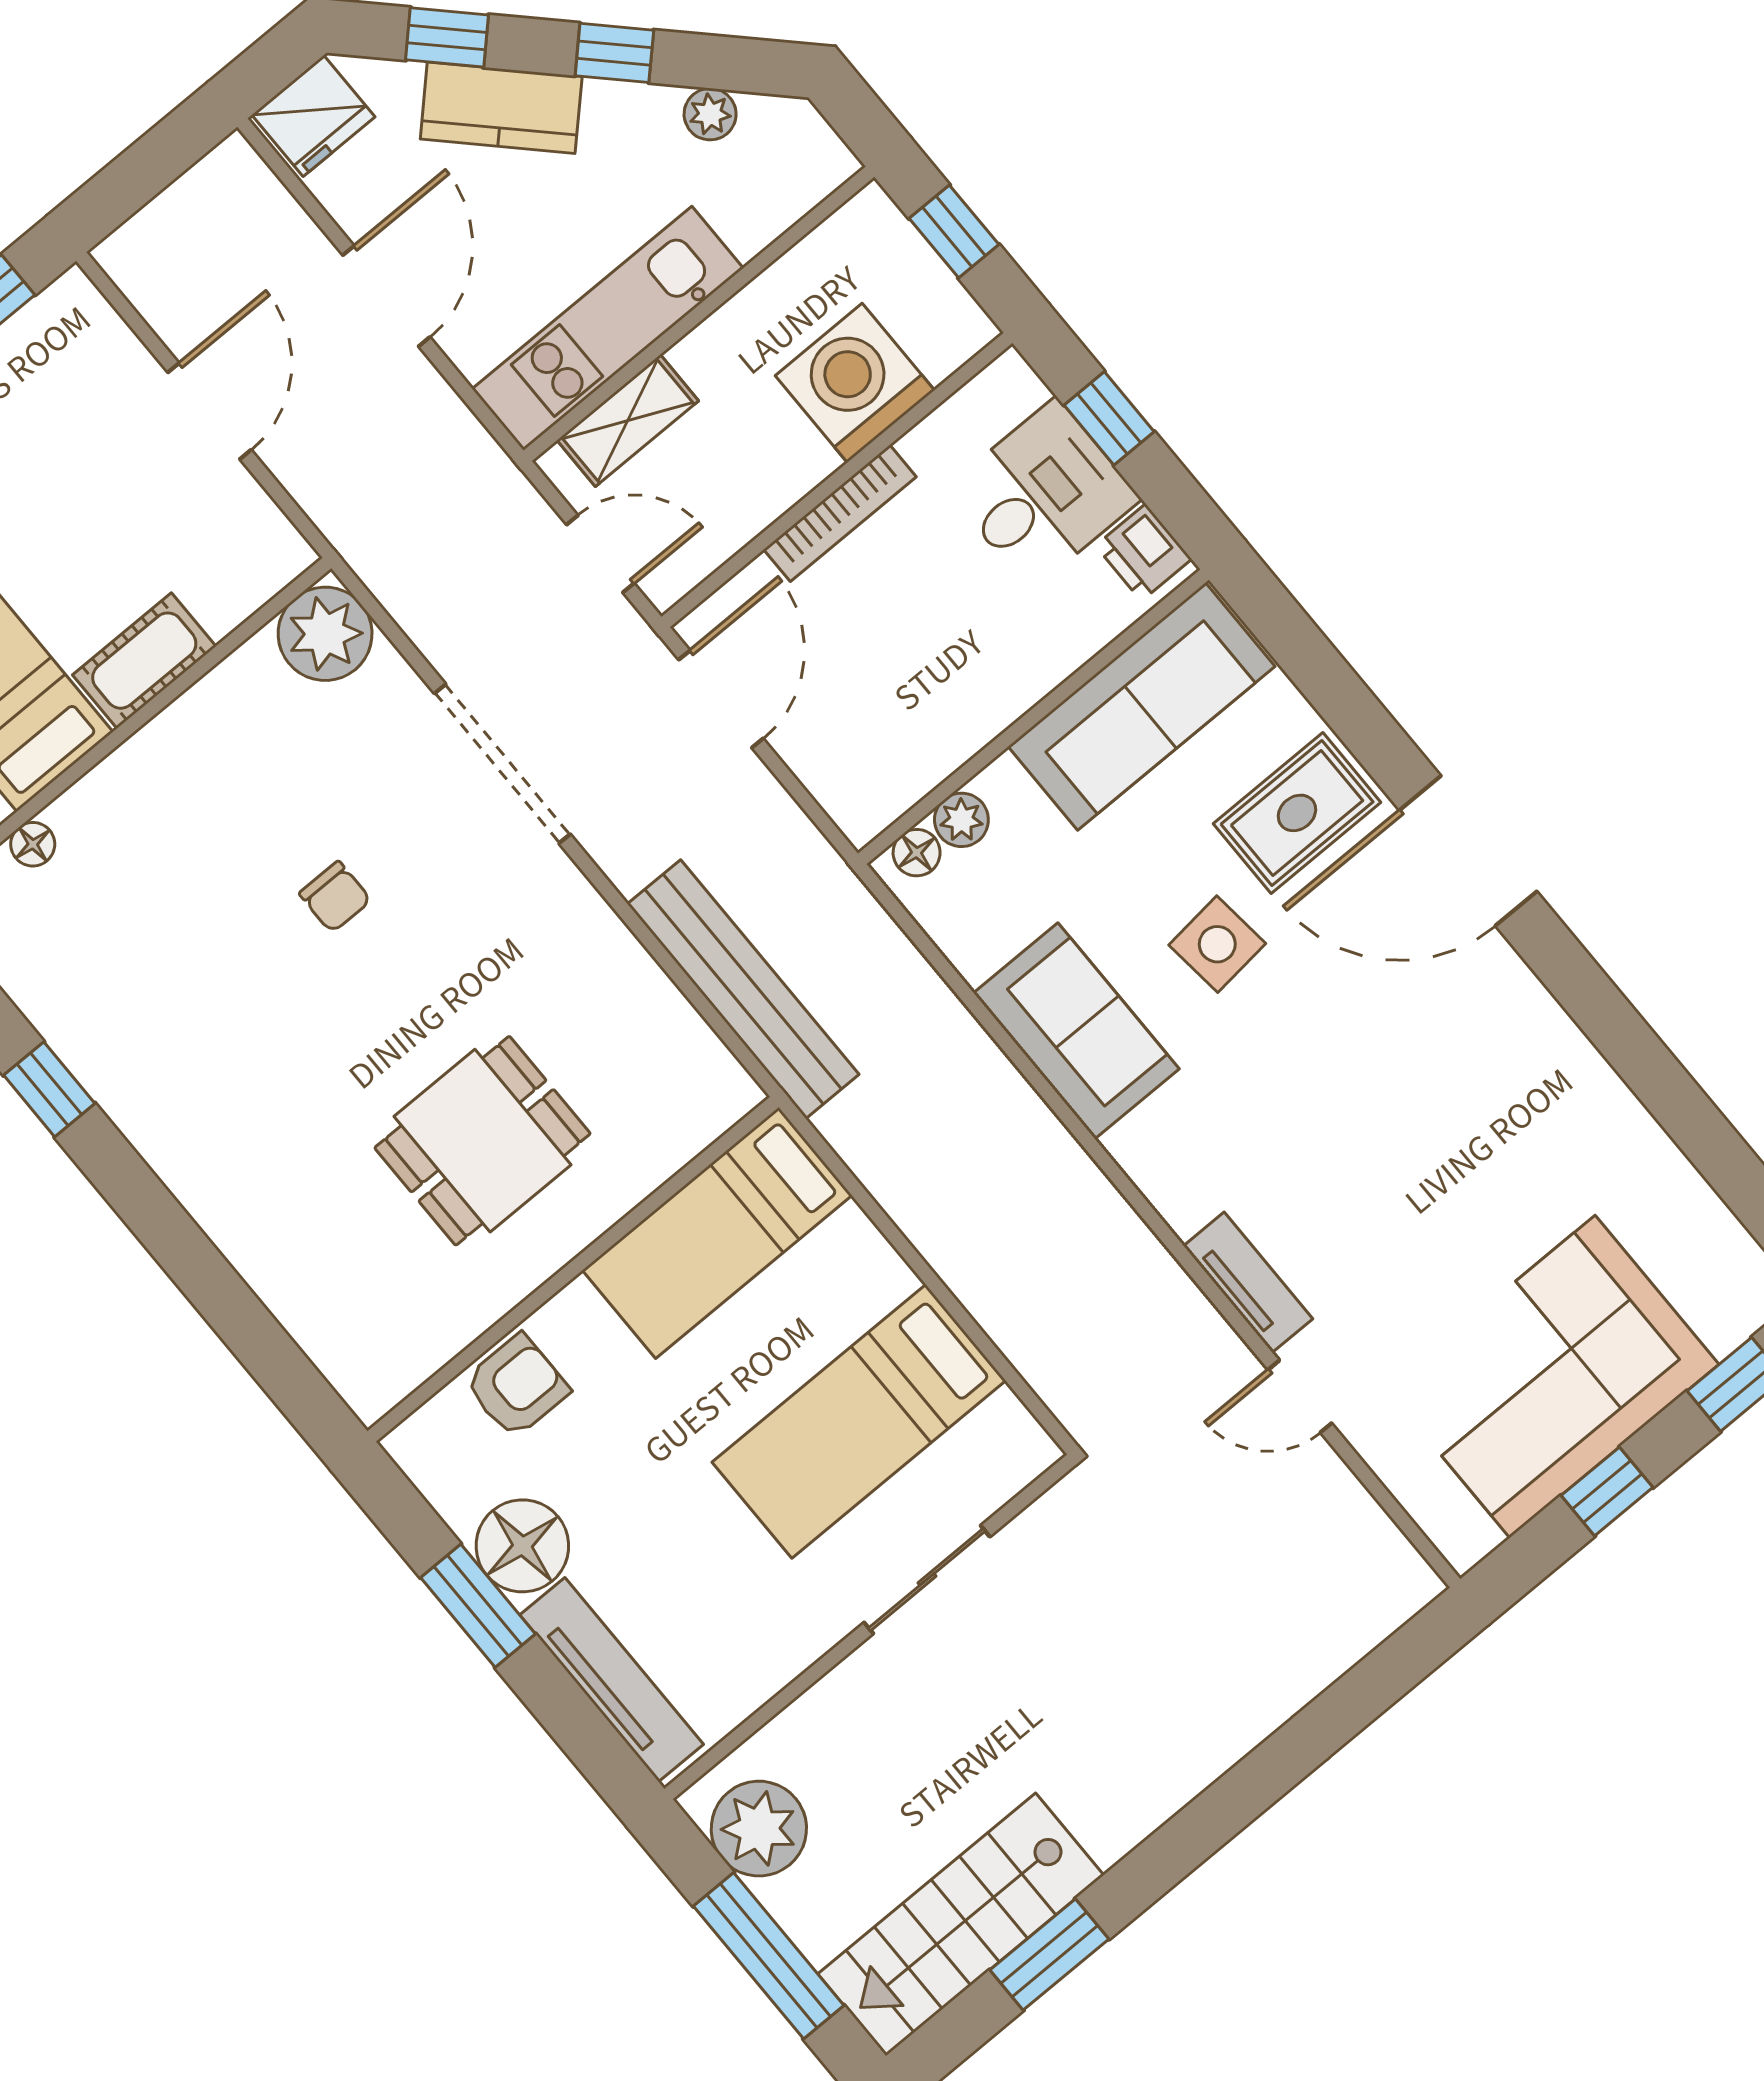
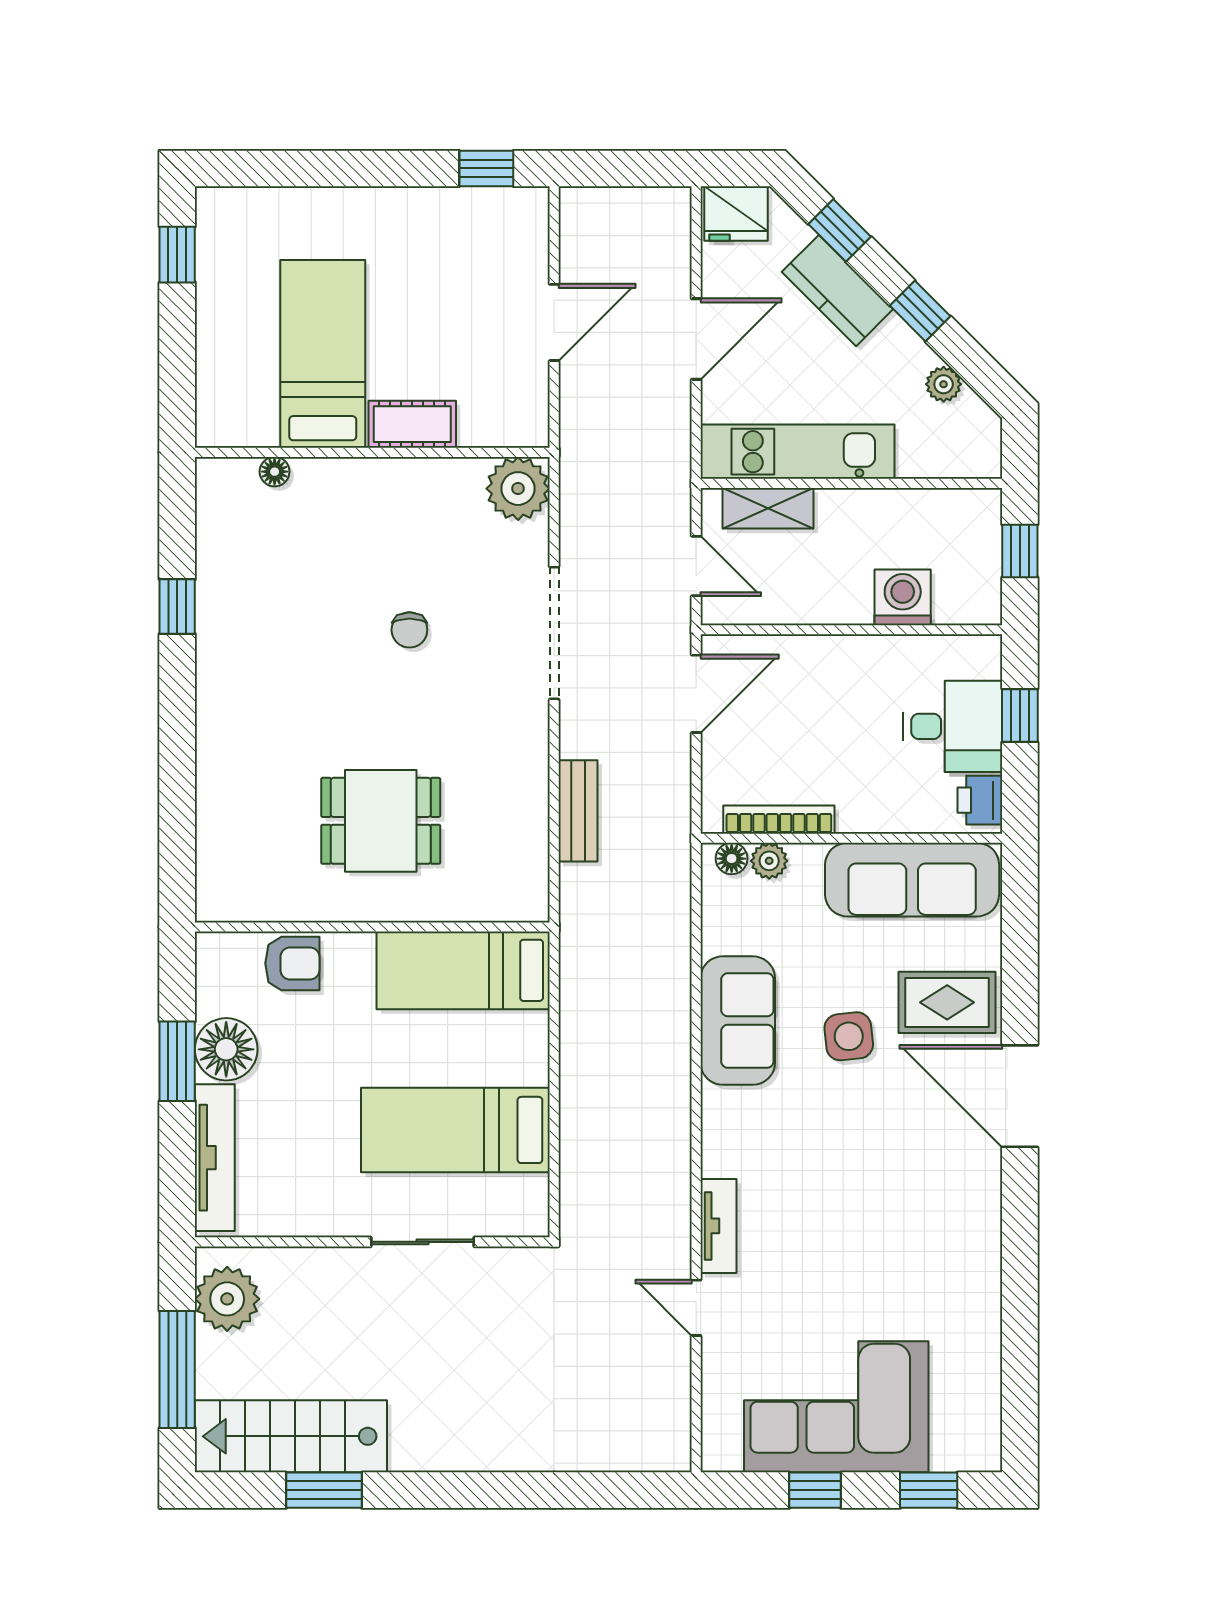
washing machine: (855, 383) -> (903, 597), width x0.73, depth x0.73
bookcase: (840, 513) -> (779, 820), moved, turned 180
bench: (743, 989) -> (578, 811), width x0.54, depth x0.82

